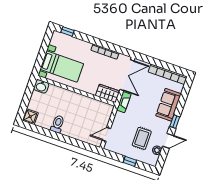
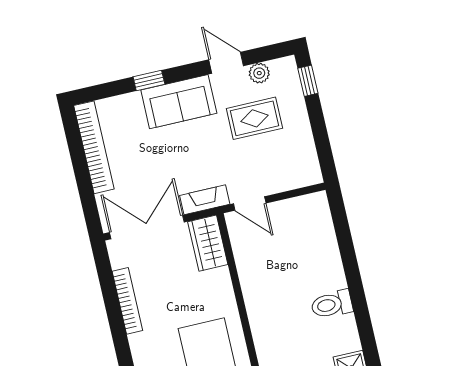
sofa: (168, 105) -> (179, 102), moved
window: (175, 122) -> (149, 81), moved
door: (106, 134) -> (250, 203), moved
window: (130, 161) -> (308, 81), moved

